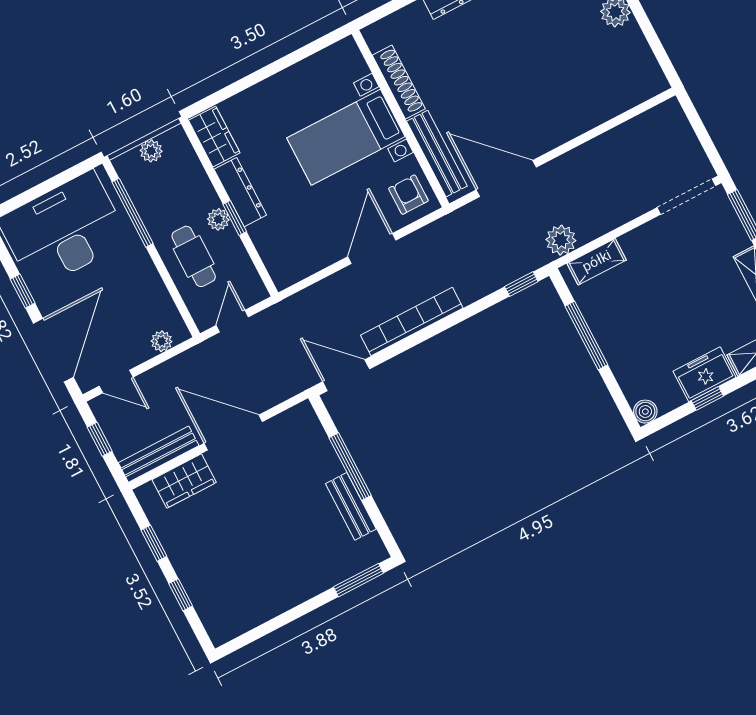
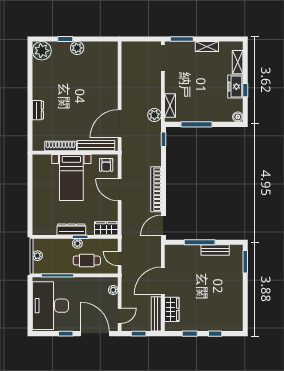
wardrobe: (214, 137) -> (106, 228), moved
armchair: (408, 195) -> (106, 165), turned -90

